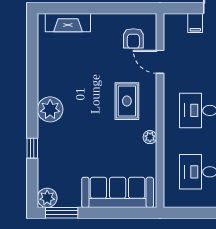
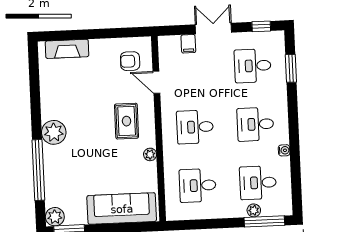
armchair: (133, 38) -> (130, 61), turned 90
window: (32, 148) -> (38, 170), width x3.17

